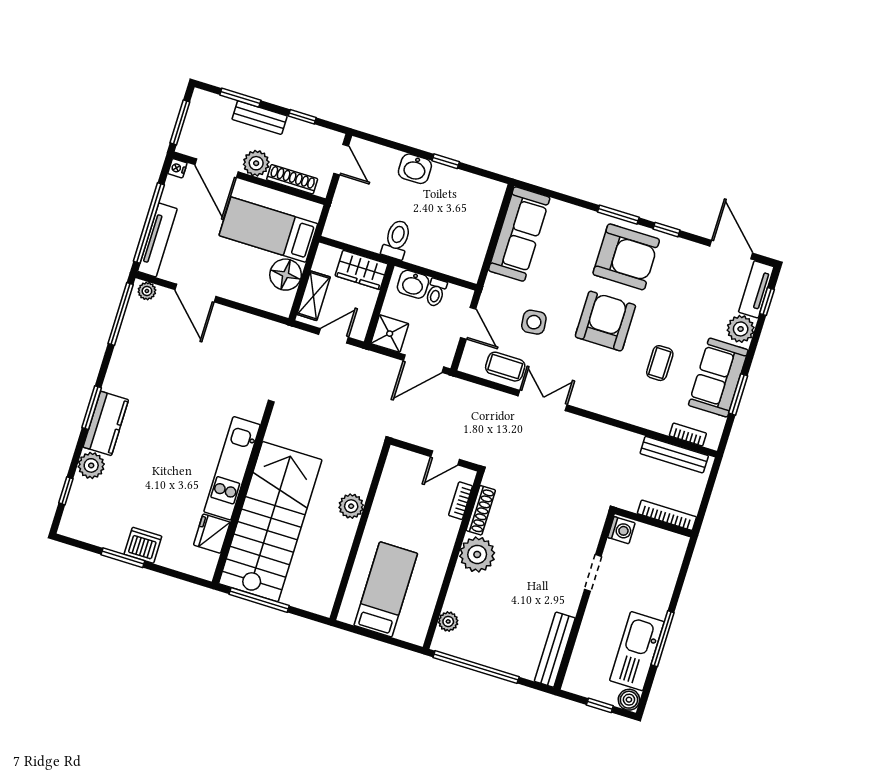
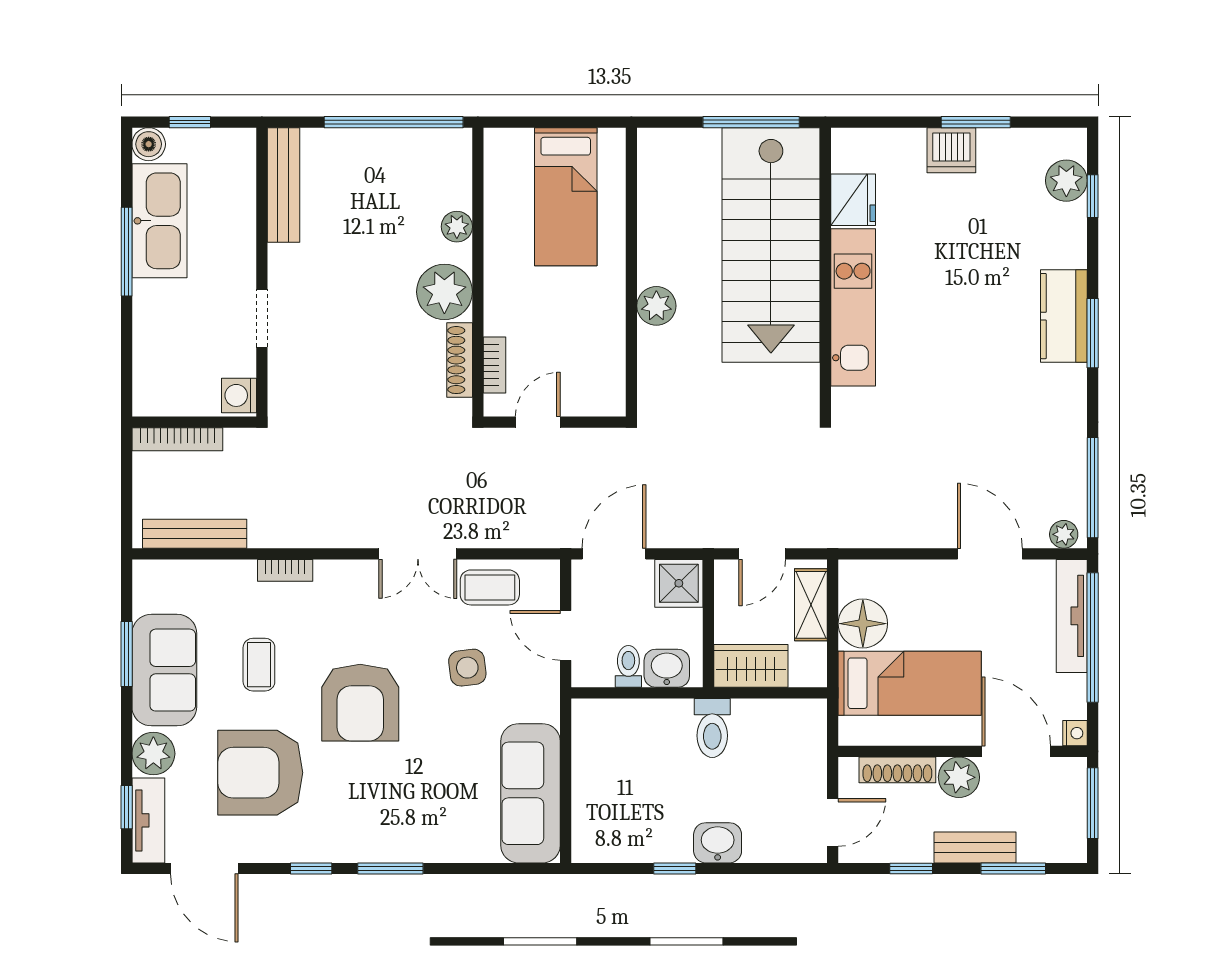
door: (341, 160) -> (833, 822), swing flipped
armchair: (626, 257) -> (260, 773), moved
bookcase: (688, 435) -> (285, 570), moved
plant: (91, 465) -> (1066, 181), moved
plant: (448, 621) -> (457, 227), moved

